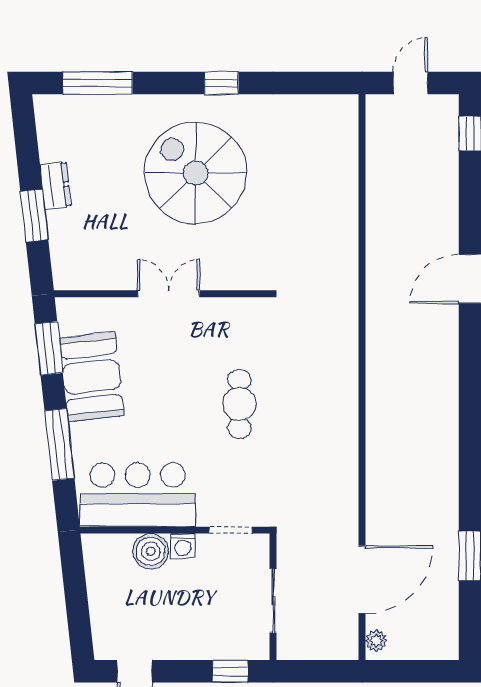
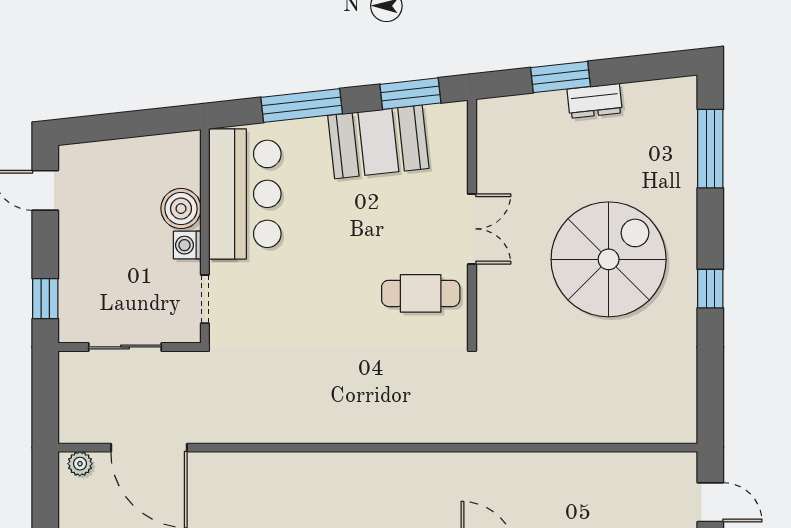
cafe table: (239, 404) -> (421, 293), moved

